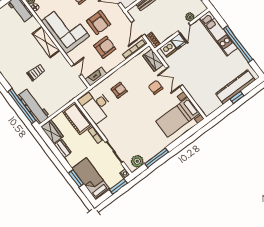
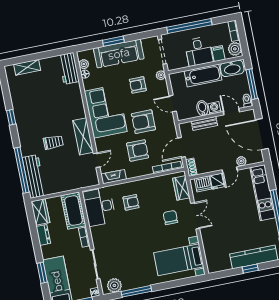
armchair: (99, 23) -> (143, 122), turned 90
shelving: (46, 42) -> (83, 136), moved
double door: (174, 77) -> (195, 216), swing flipped

